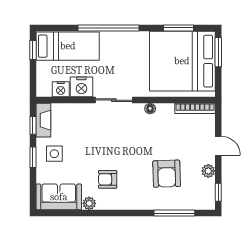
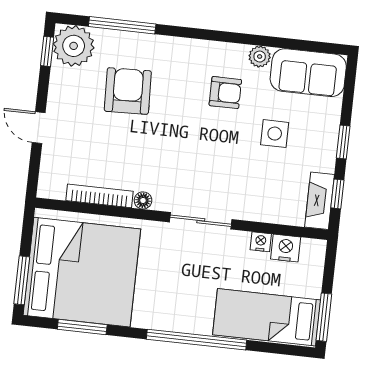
window: (33, 50) -> (324, 317), width x1.50
nightstand: (81, 87) -> (261, 242), width x0.53, depth x0.56
bookcase: (195, 108) -> (100, 196), moved
side table: (54, 154) -> (275, 134), moved
plant: (208, 171) -> (74, 46), moved, width x1.88, depth x1.88

